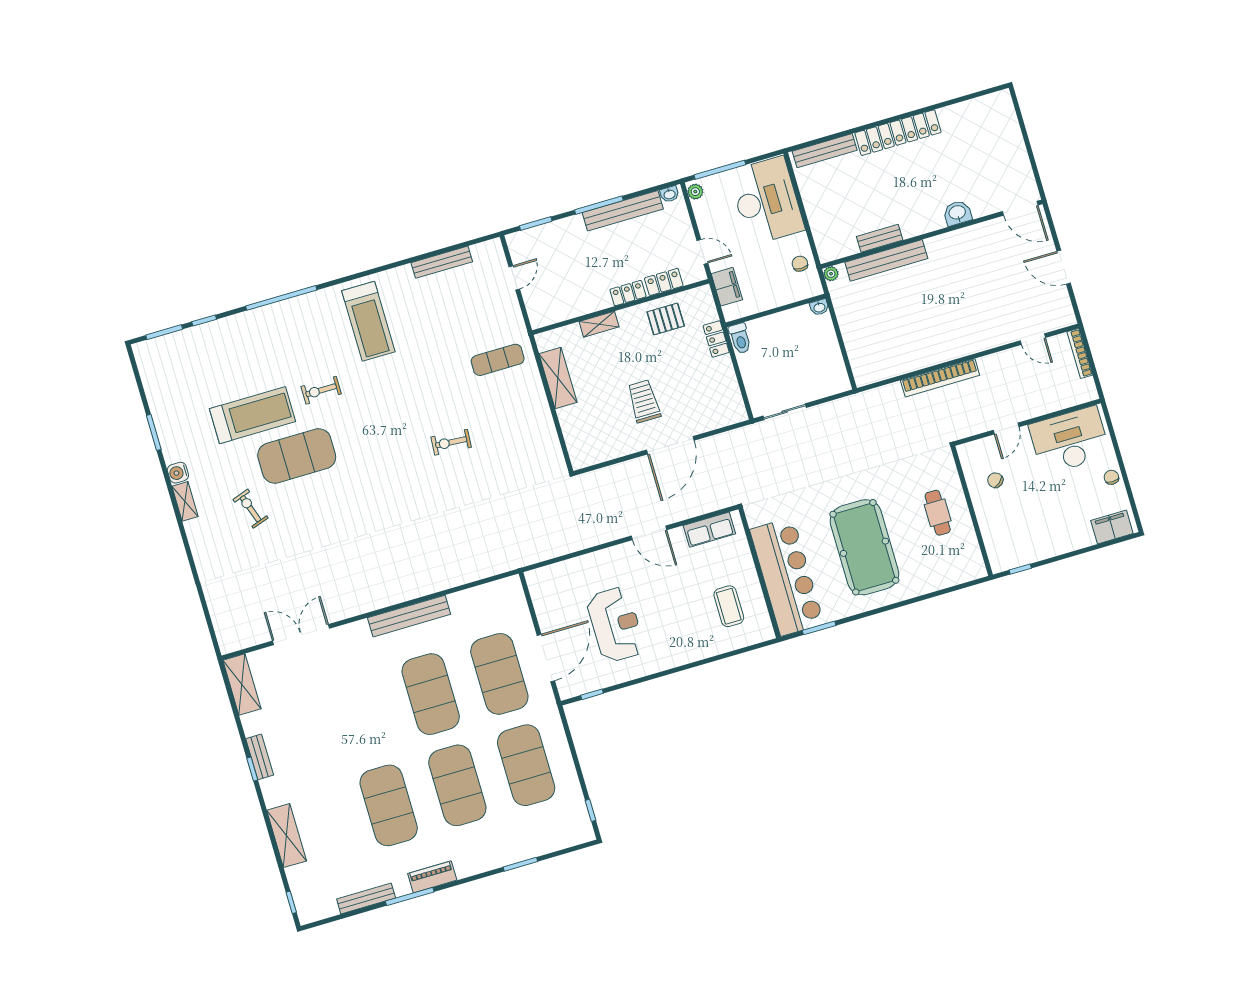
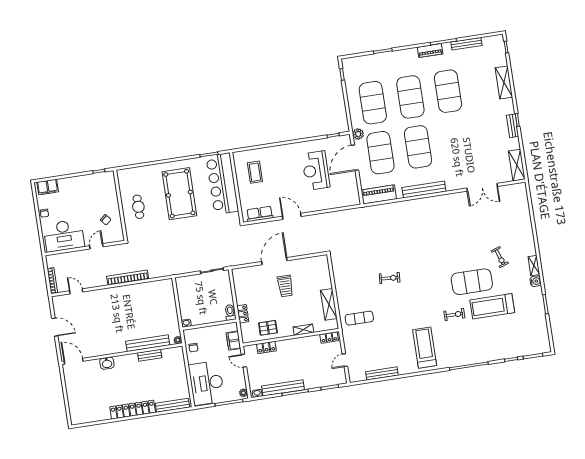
locker: (628, 293) -> (329, 338), moved
piano: (492, 596) -> (379, 194), added
plant: (546, 703) -> (358, 134), added

